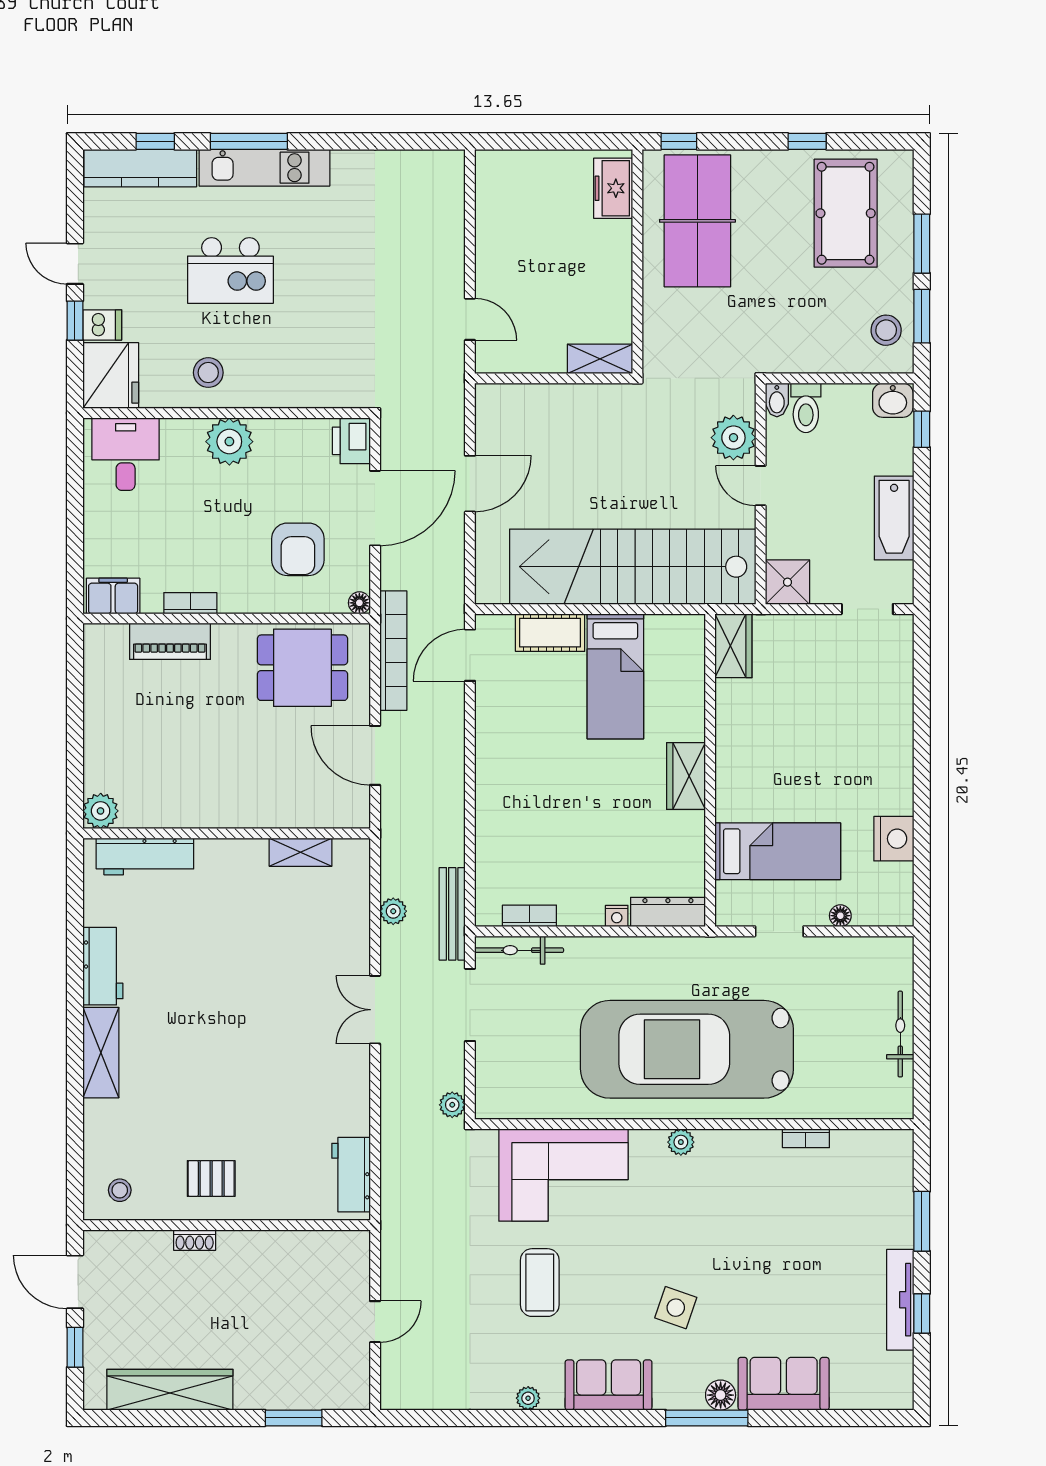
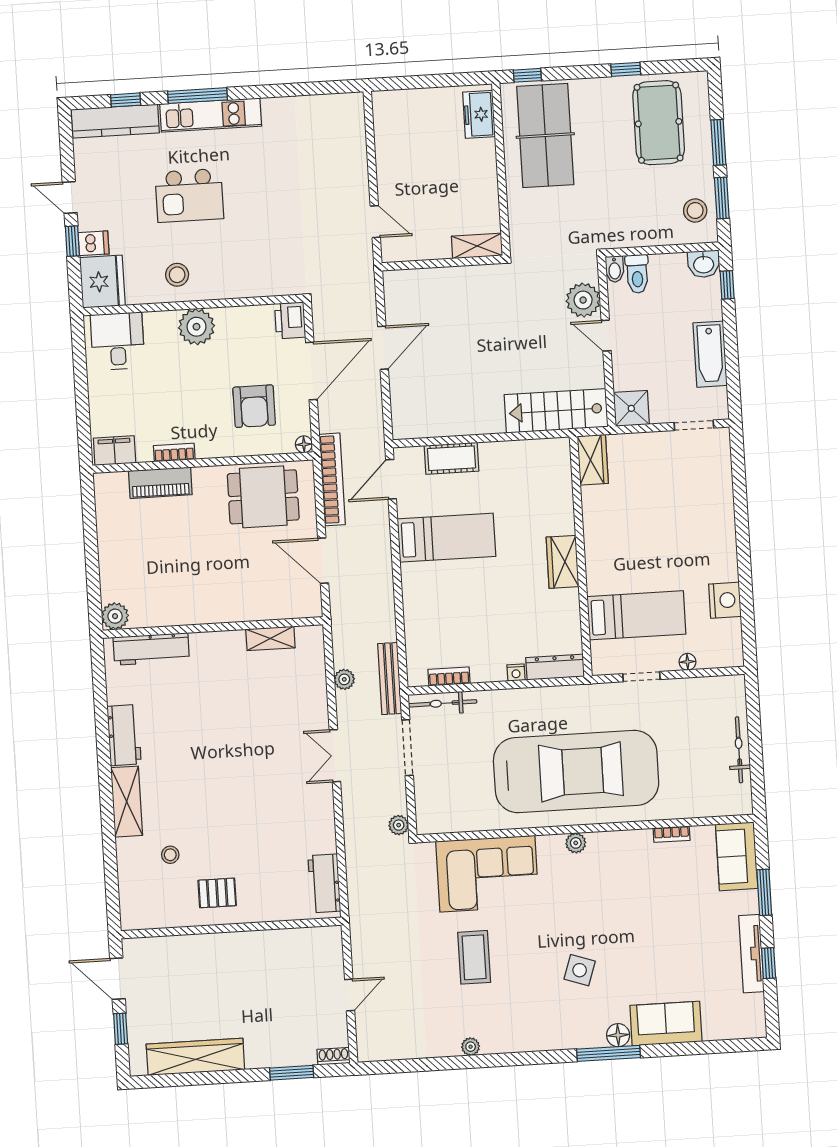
stairs: (633, 567) -> (556, 411), width x0.54, depth x0.66
bed: (615, 676) -> (446, 538), moved, turned -90
car: (687, 1049) -> (576, 771), turned 180
stool: (120, 1190) -> (170, 855), moved
shoe rack: (195, 1240) -> (334, 1056), moved, turned 180
sofa: (609, 1385) -> (737, 856), moved, turned -90

